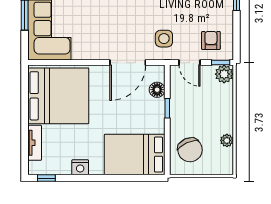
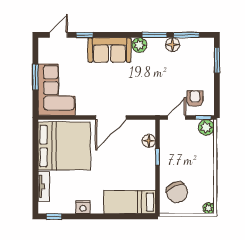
side table: (164, 39) -> (155, 97), removed
door: (128, 63) -> (111, 118), moved
door: (190, 63) -> (177, 118), swing flipped
plant: (227, 140) -> (209, 208), moved
bed: (135, 154) -> (130, 202), width x0.67

